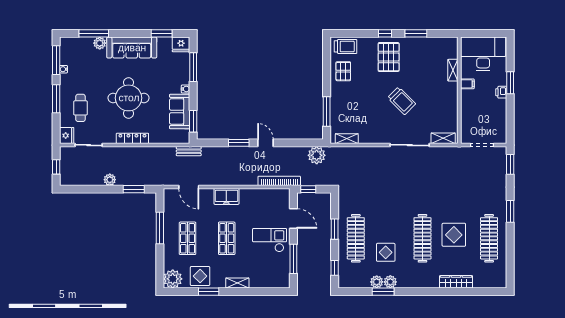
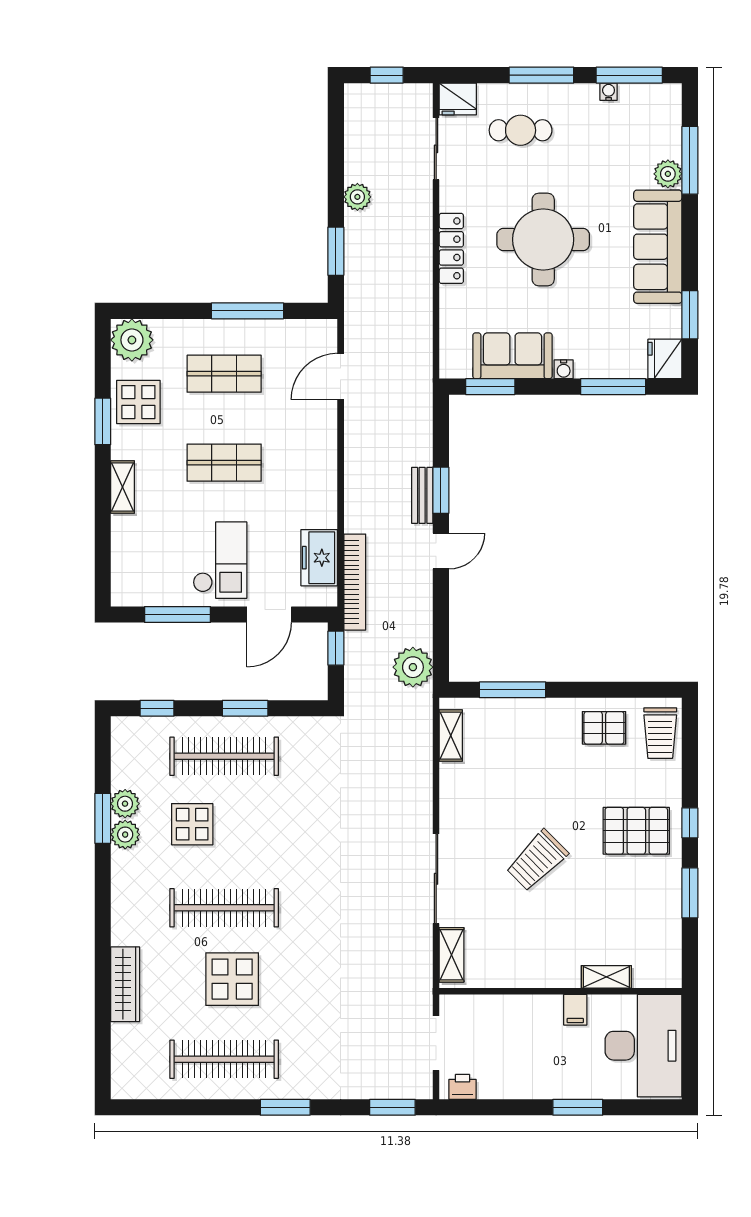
printer: (501, 92) -> (462, 1087), moved
bench: (189, 151) -> (422, 495), moved
freezer: (226, 196) -> (319, 558), moved

